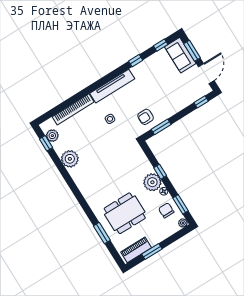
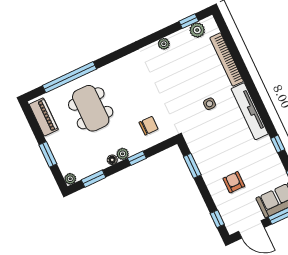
armchair: (146, 117) -> (234, 182), moved
plant: (70, 159) -> (164, 44), width x0.53, depth x0.53
plant: (152, 182) -> (123, 154), width x0.53, depth x0.53
chair: (166, 210) -> (149, 126), moved
window: (102, 233) -> (70, 77), width x2.11
window: (152, 252) -> (48, 154), moved

